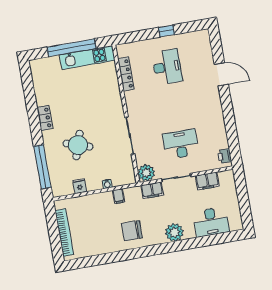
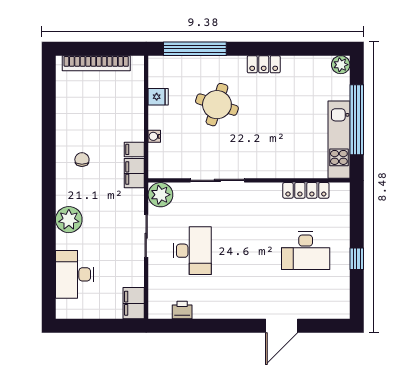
plant: (36, 65) -> (341, 65), added
printer: (225, 156) -> (182, 310), moved
filing cabinet: (207, 181) -> (134, 303), moved
filing cabinet: (152, 190) -> (134, 173), moved
chair: (132, 231) -> (82, 160), width x0.54, depth x0.54

